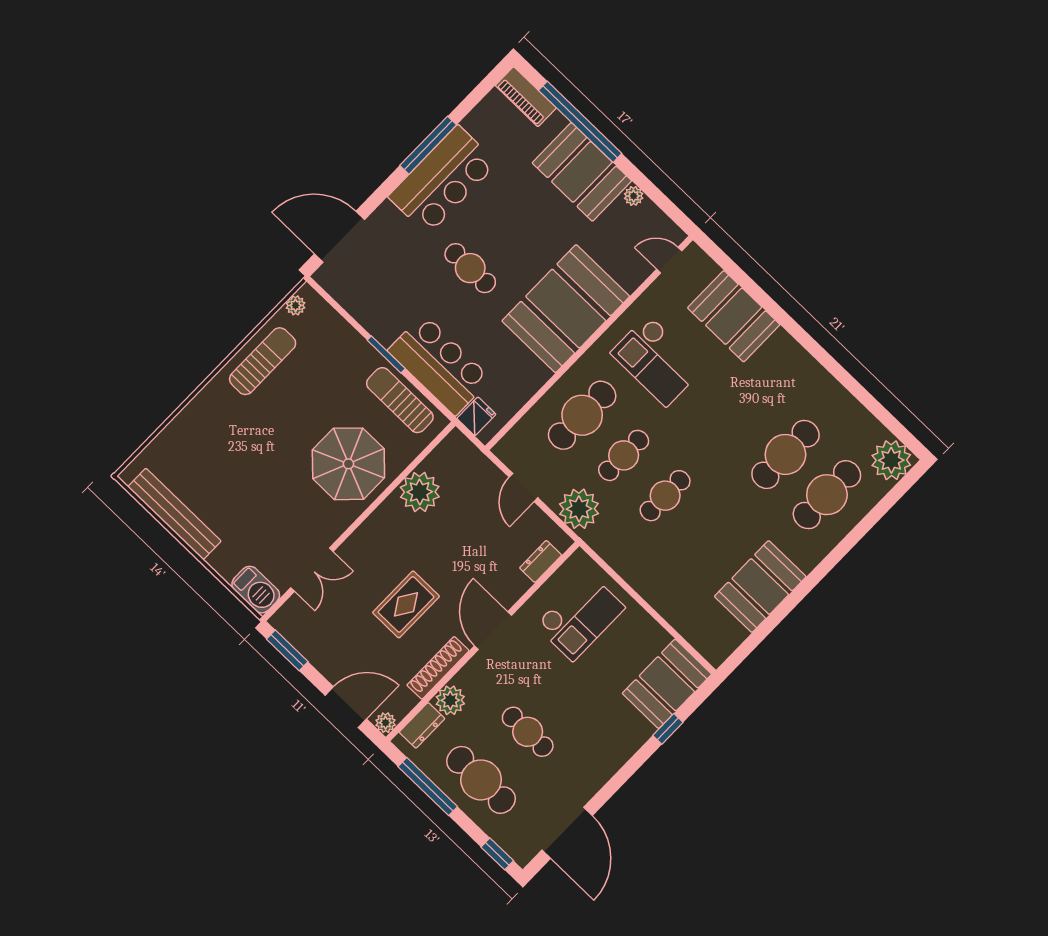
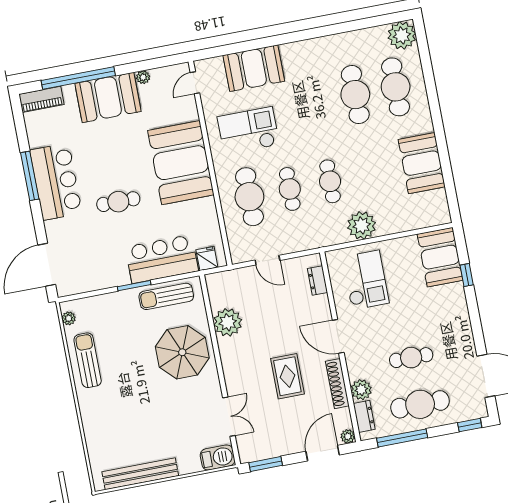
checkout: (657, 361) -> (248, 131), turned 180
plant: (579, 509) -> (362, 225), moved

